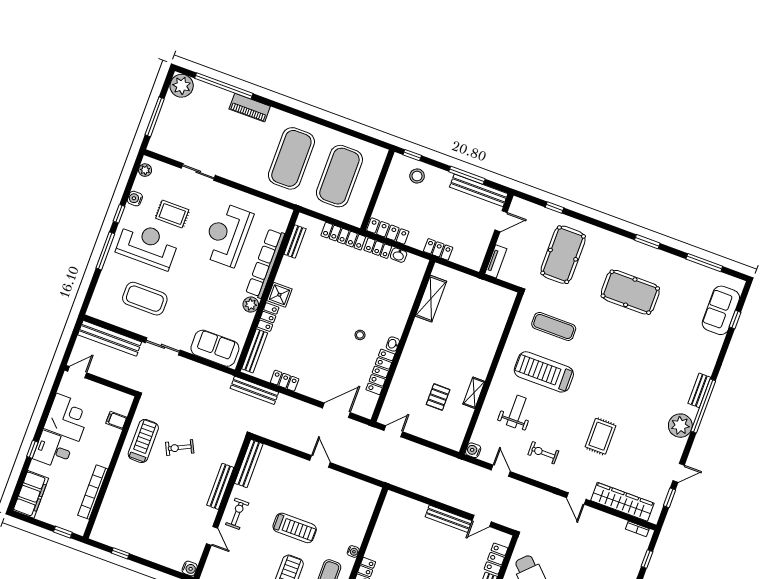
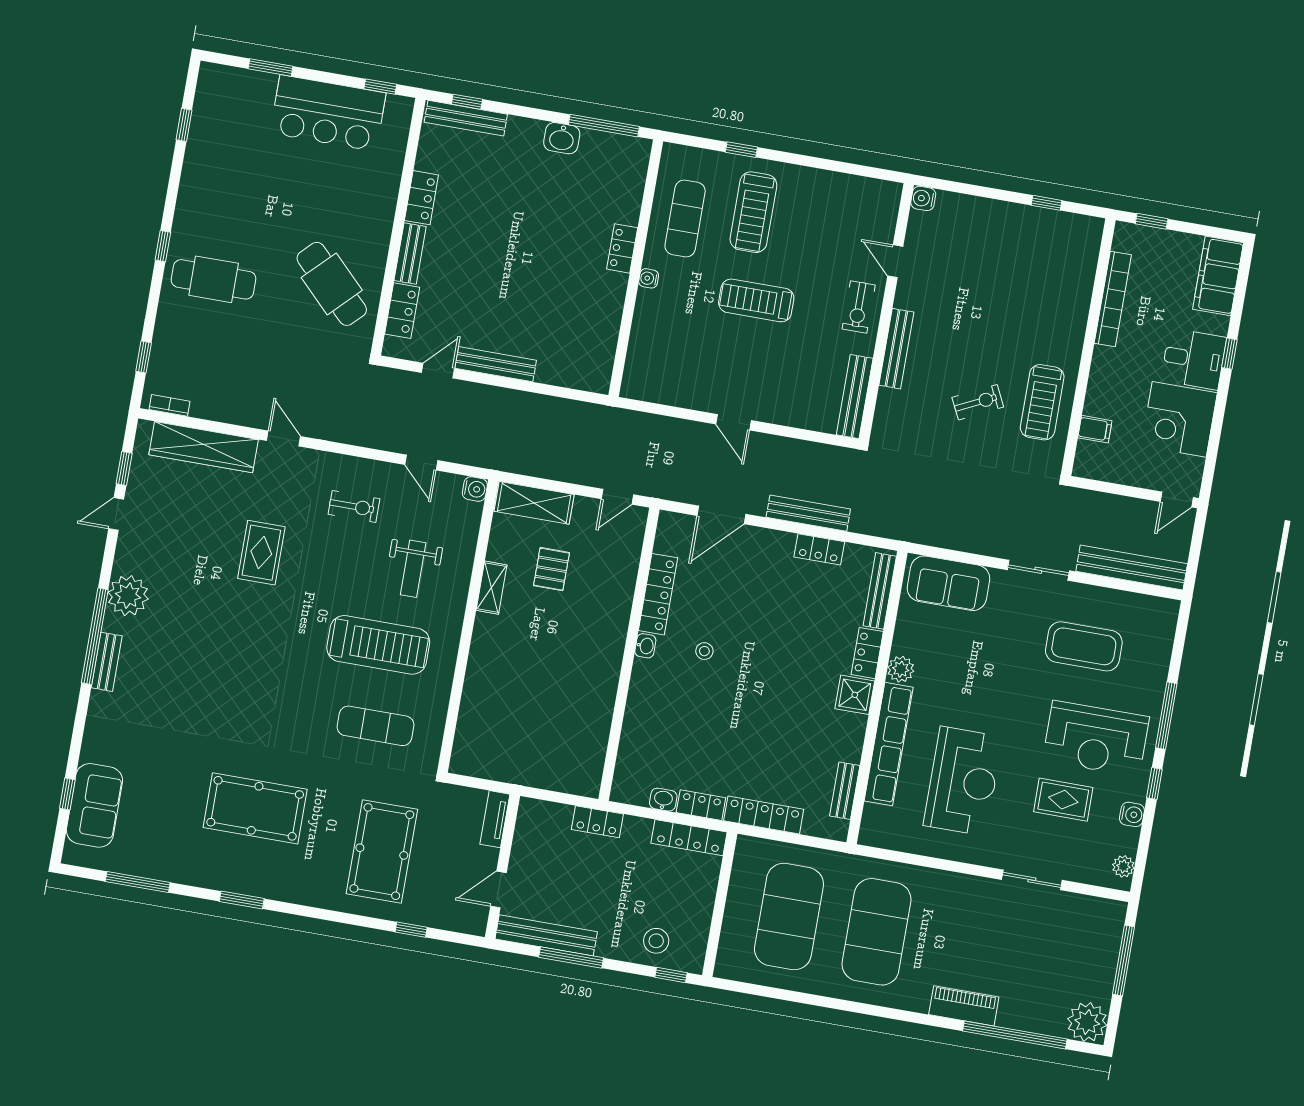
shelving: (431, 299) -> (534, 503), moved, turned 90
bench: (254, 390) -> (808, 513), moved

